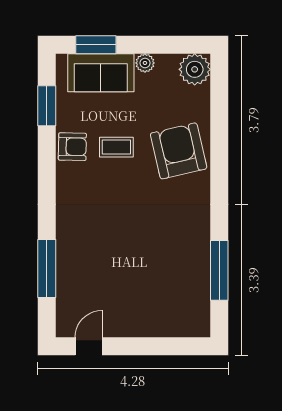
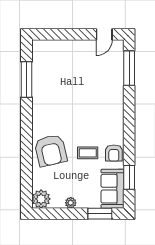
sofa: (101, 73) -> (112, 189), moved, turned -90
armchair: (72, 147) -> (114, 153), turned -91
window: (47, 268) -> (129, 68), moved

